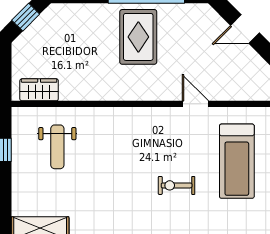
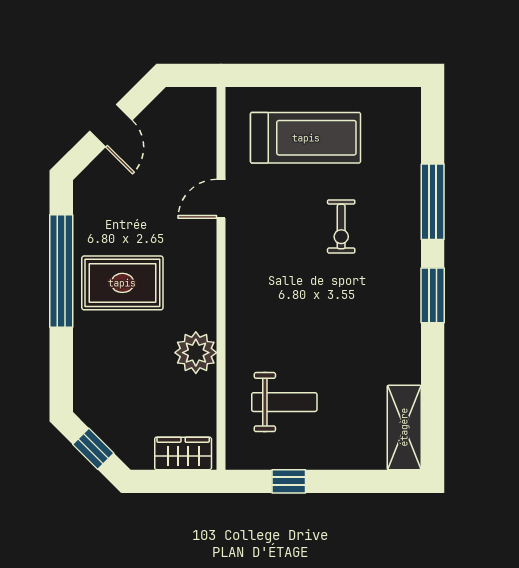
plant: (91, 87) -> (196, 353), added
wardrobe: (39, 90) -> (183, 453), moved, turned 90

